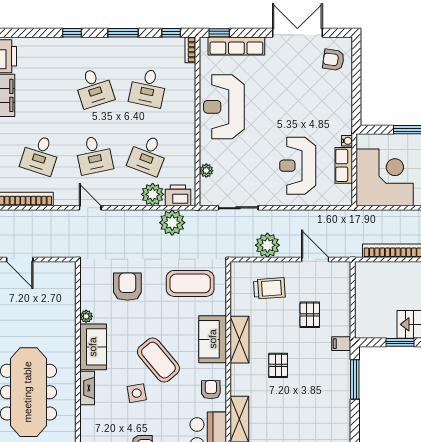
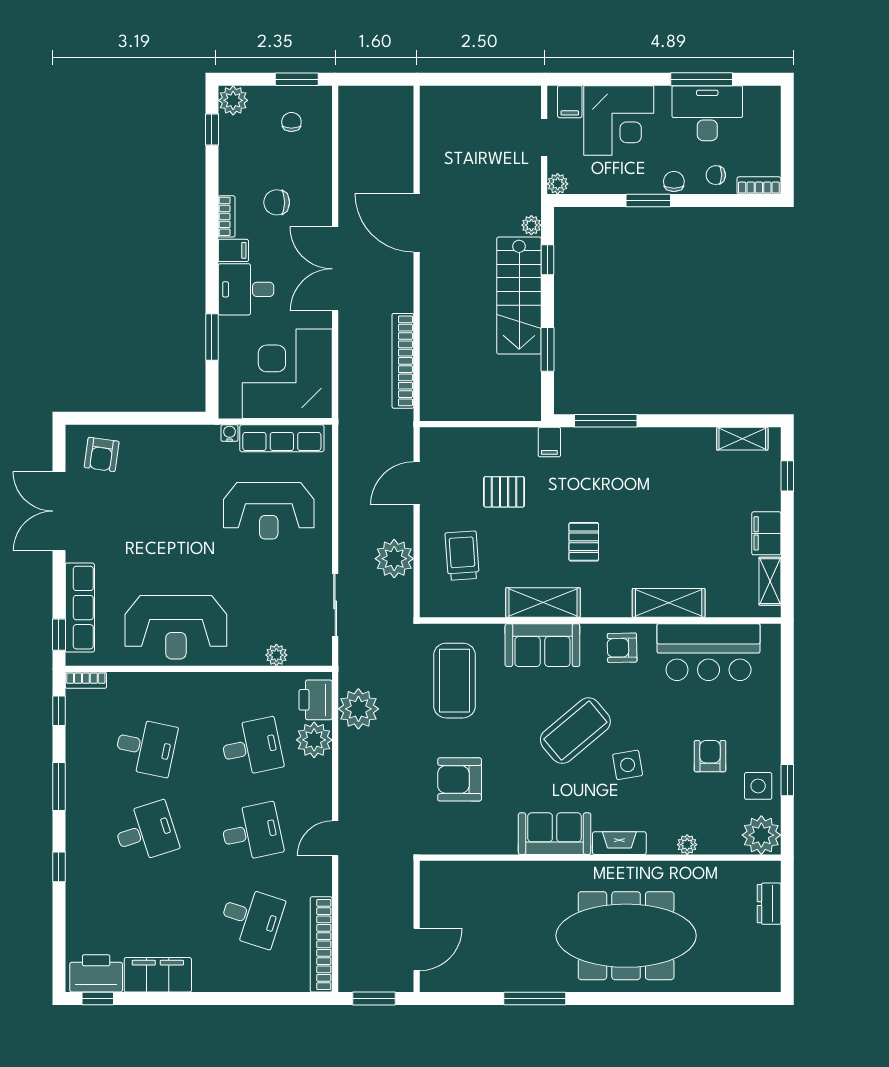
desk: (148, 155) -> (252, 747), turned -33
row of seats: (344, 165) -> (282, 438), width x1.48
plant: (86, 316) -> (687, 845), moved
pallet: (278, 365) -> (584, 542), turned 90

